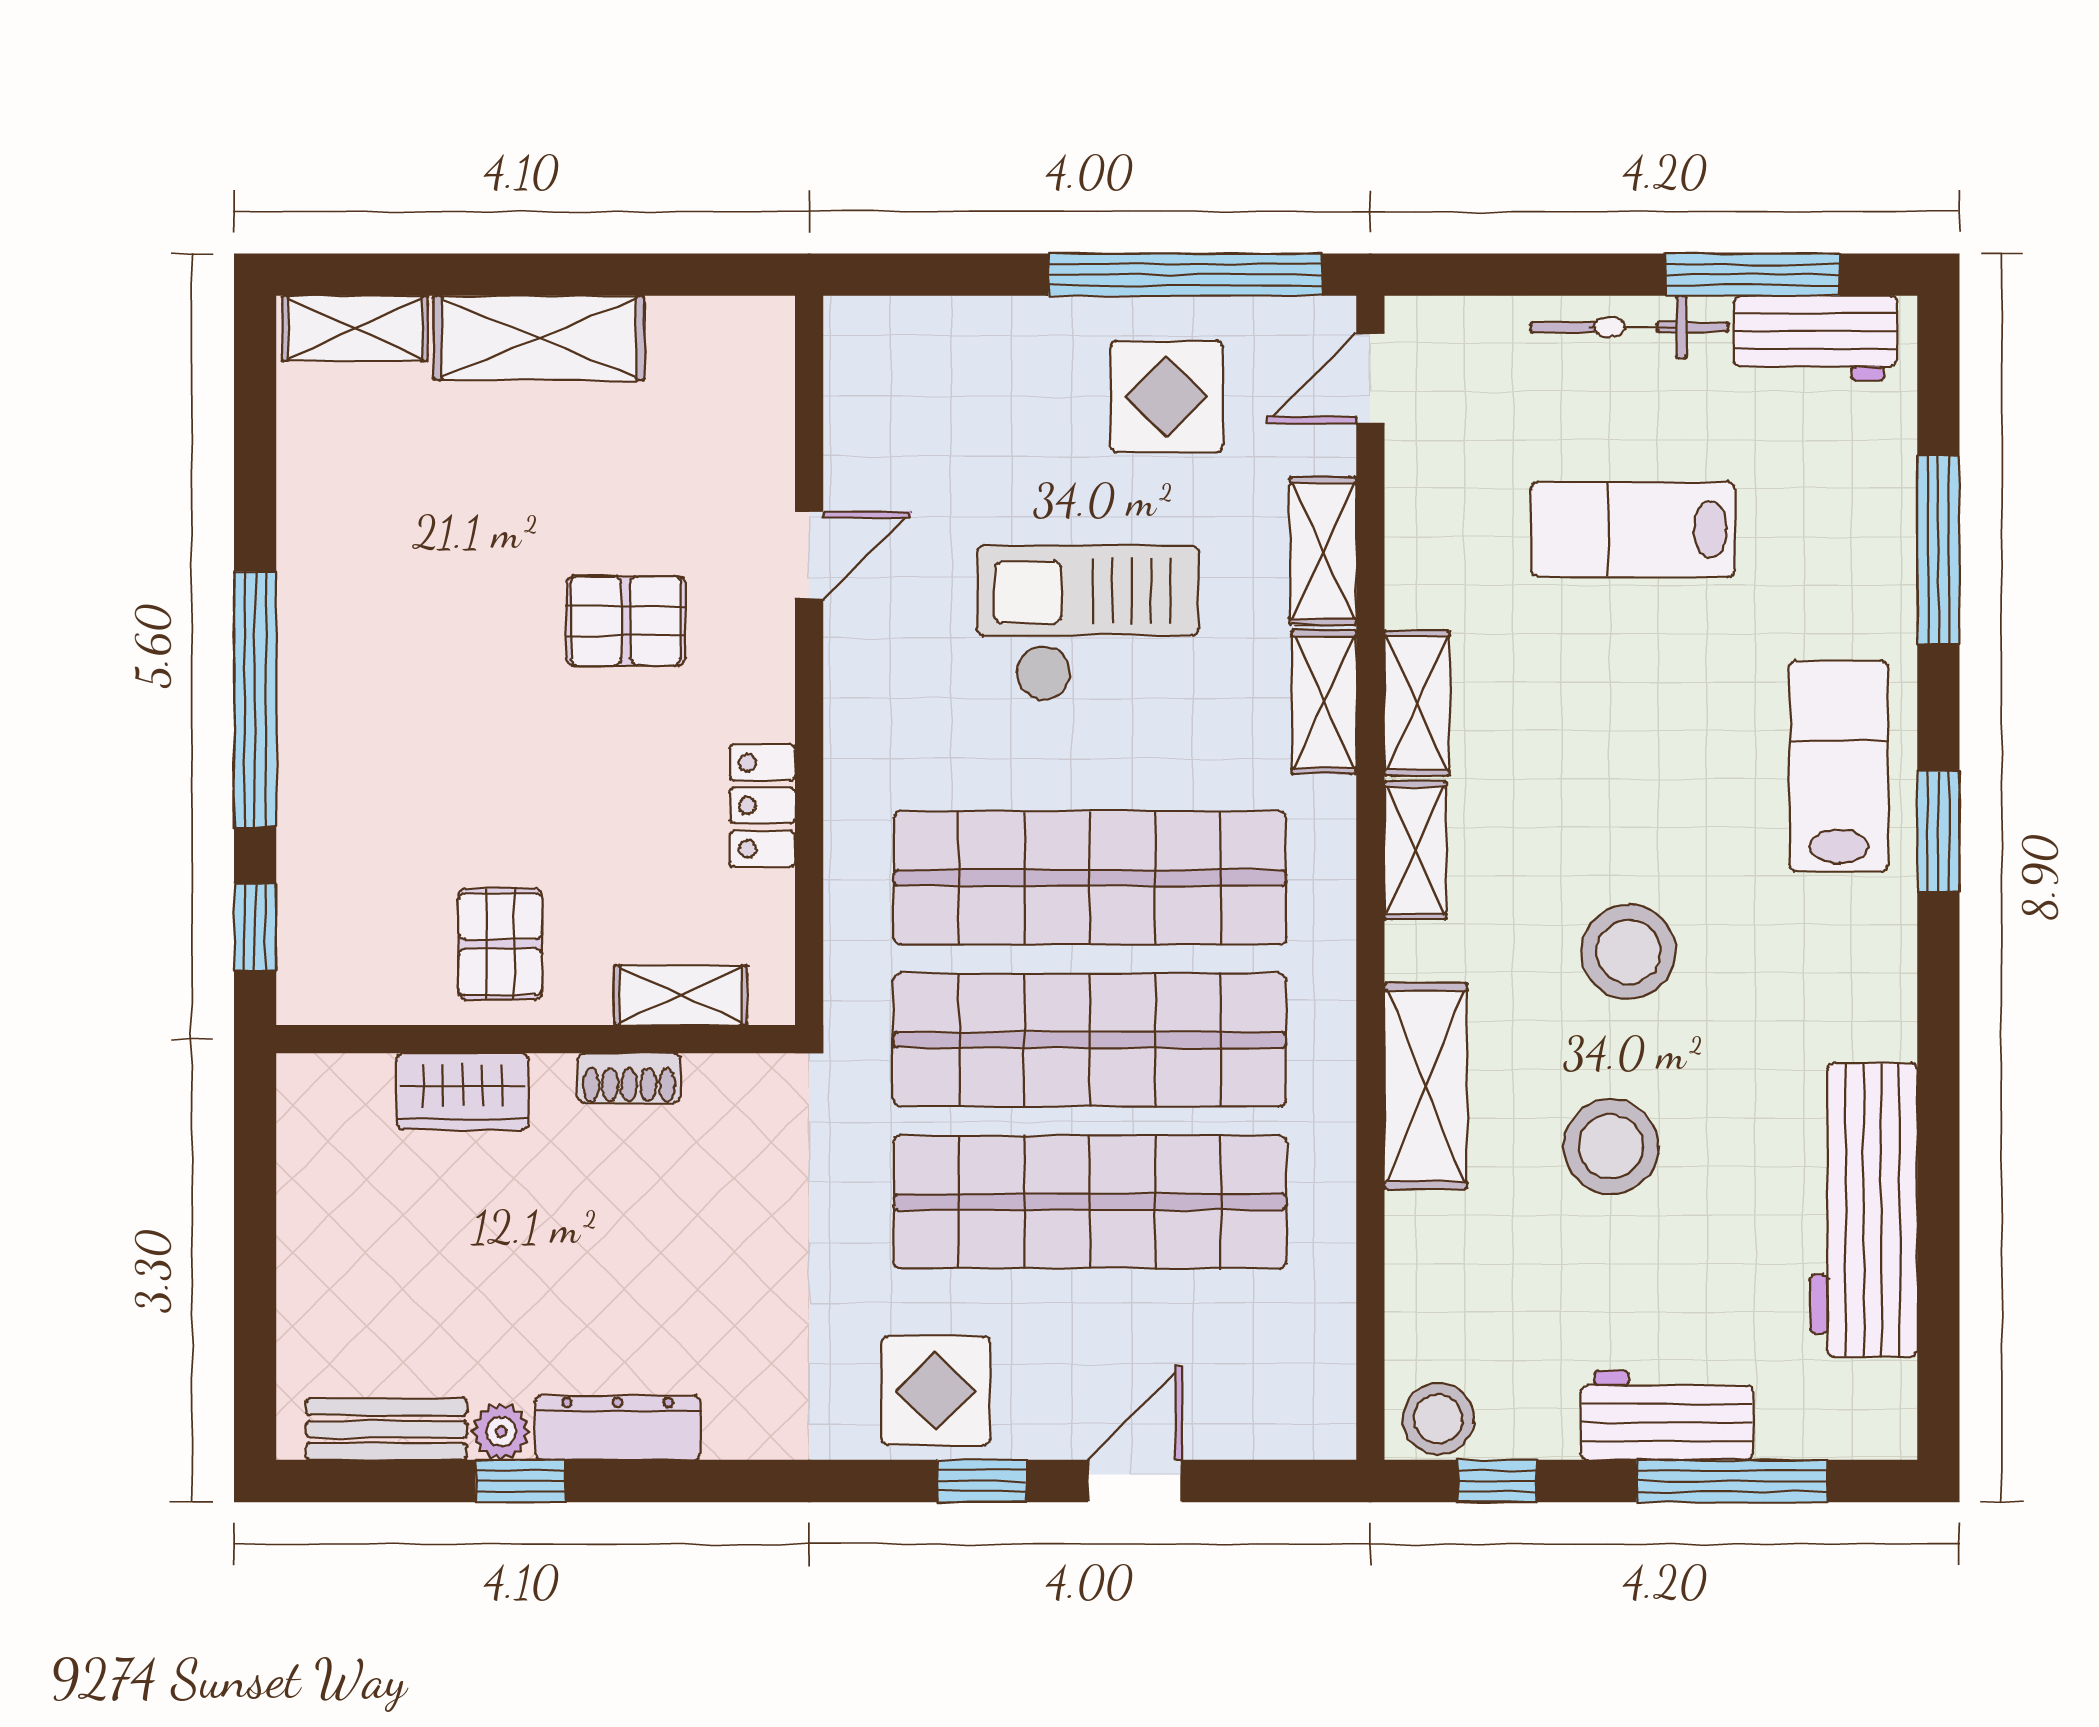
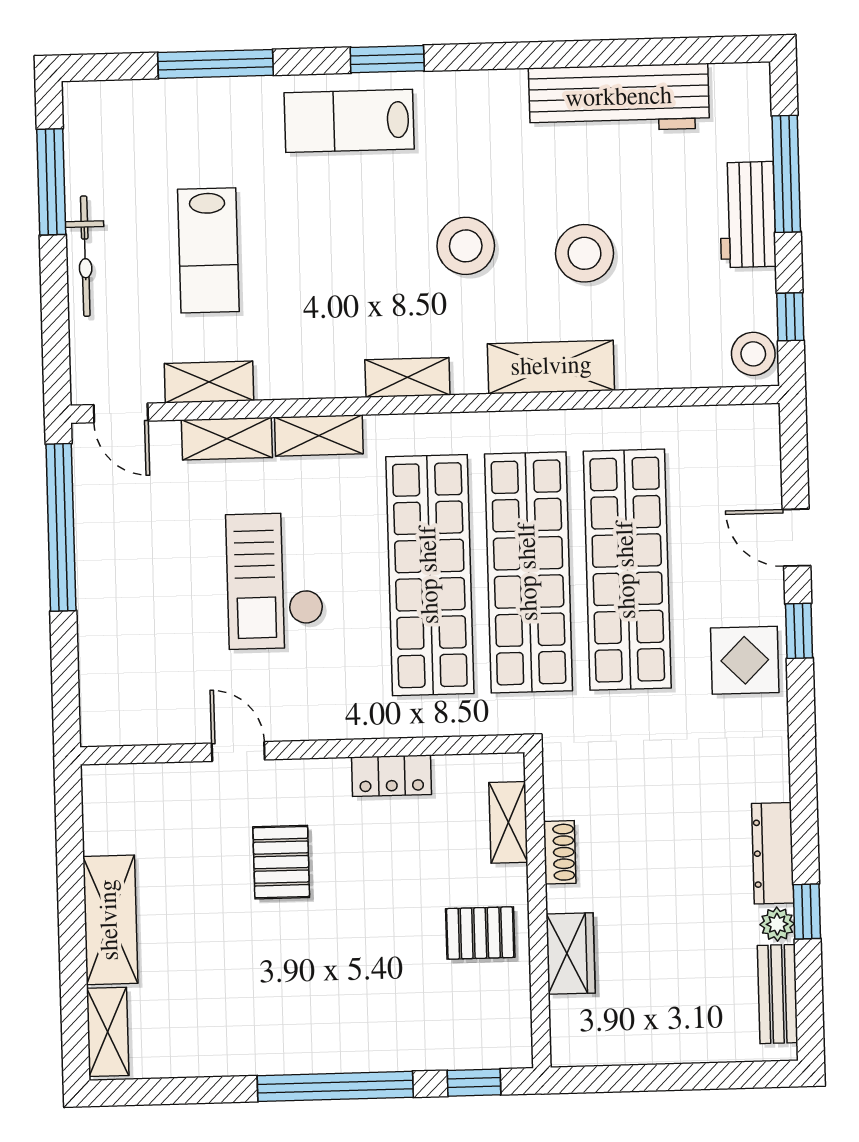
workbench: (1815, 338) -> (89, 142), removed
display table: (1166, 396) -> (135, 537), removed
shelving: (1417, 703) -> (209, 382), moved

